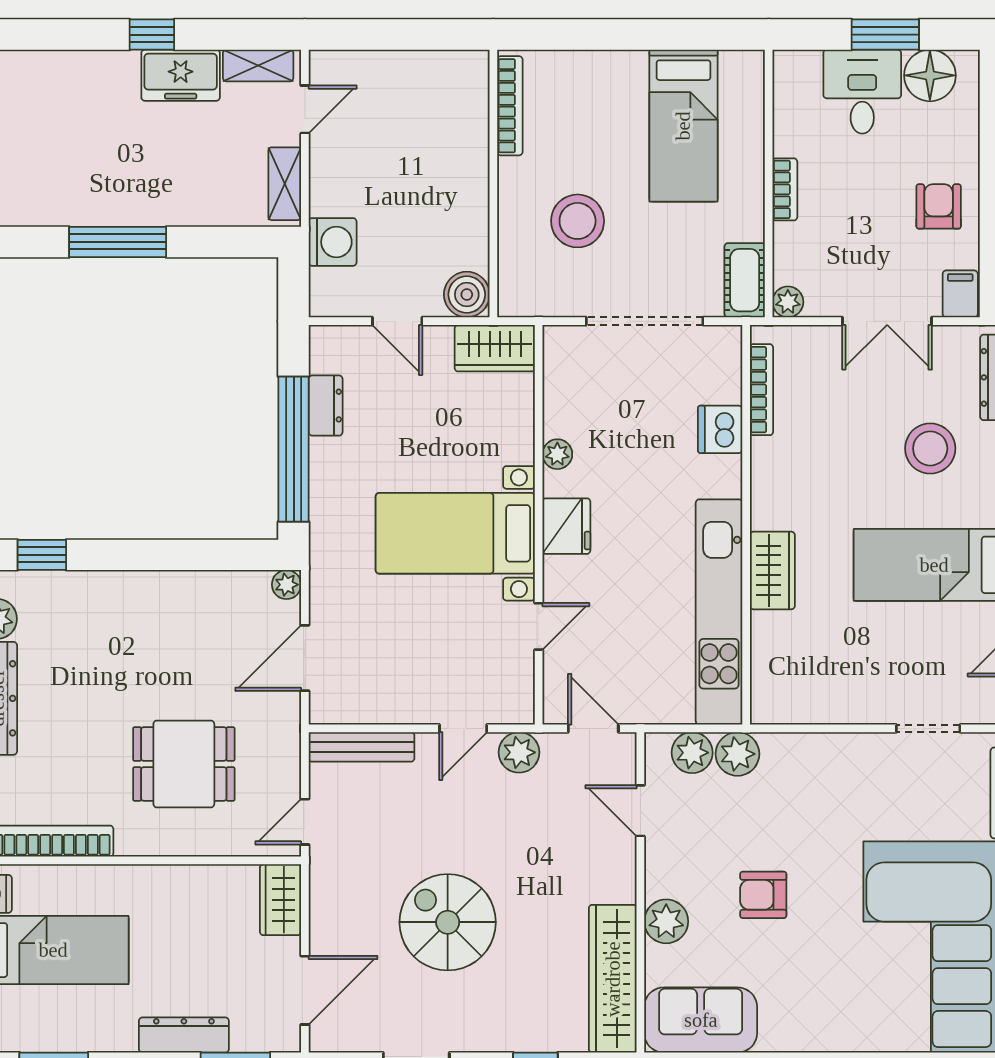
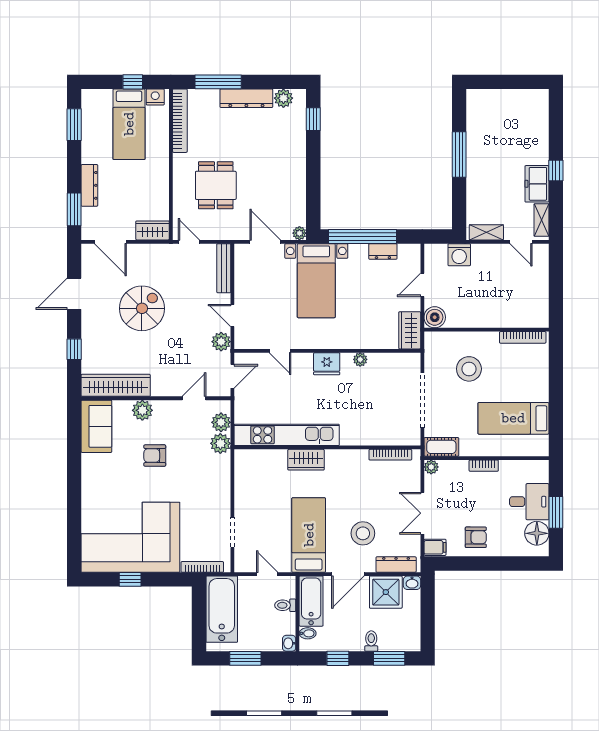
dishwasher: (720, 429) -> (372, 435), removed
bed with nightstands: (455, 533) -> (316, 281), moved, turned 180
armchair: (763, 895) -> (155, 456), turned -90

